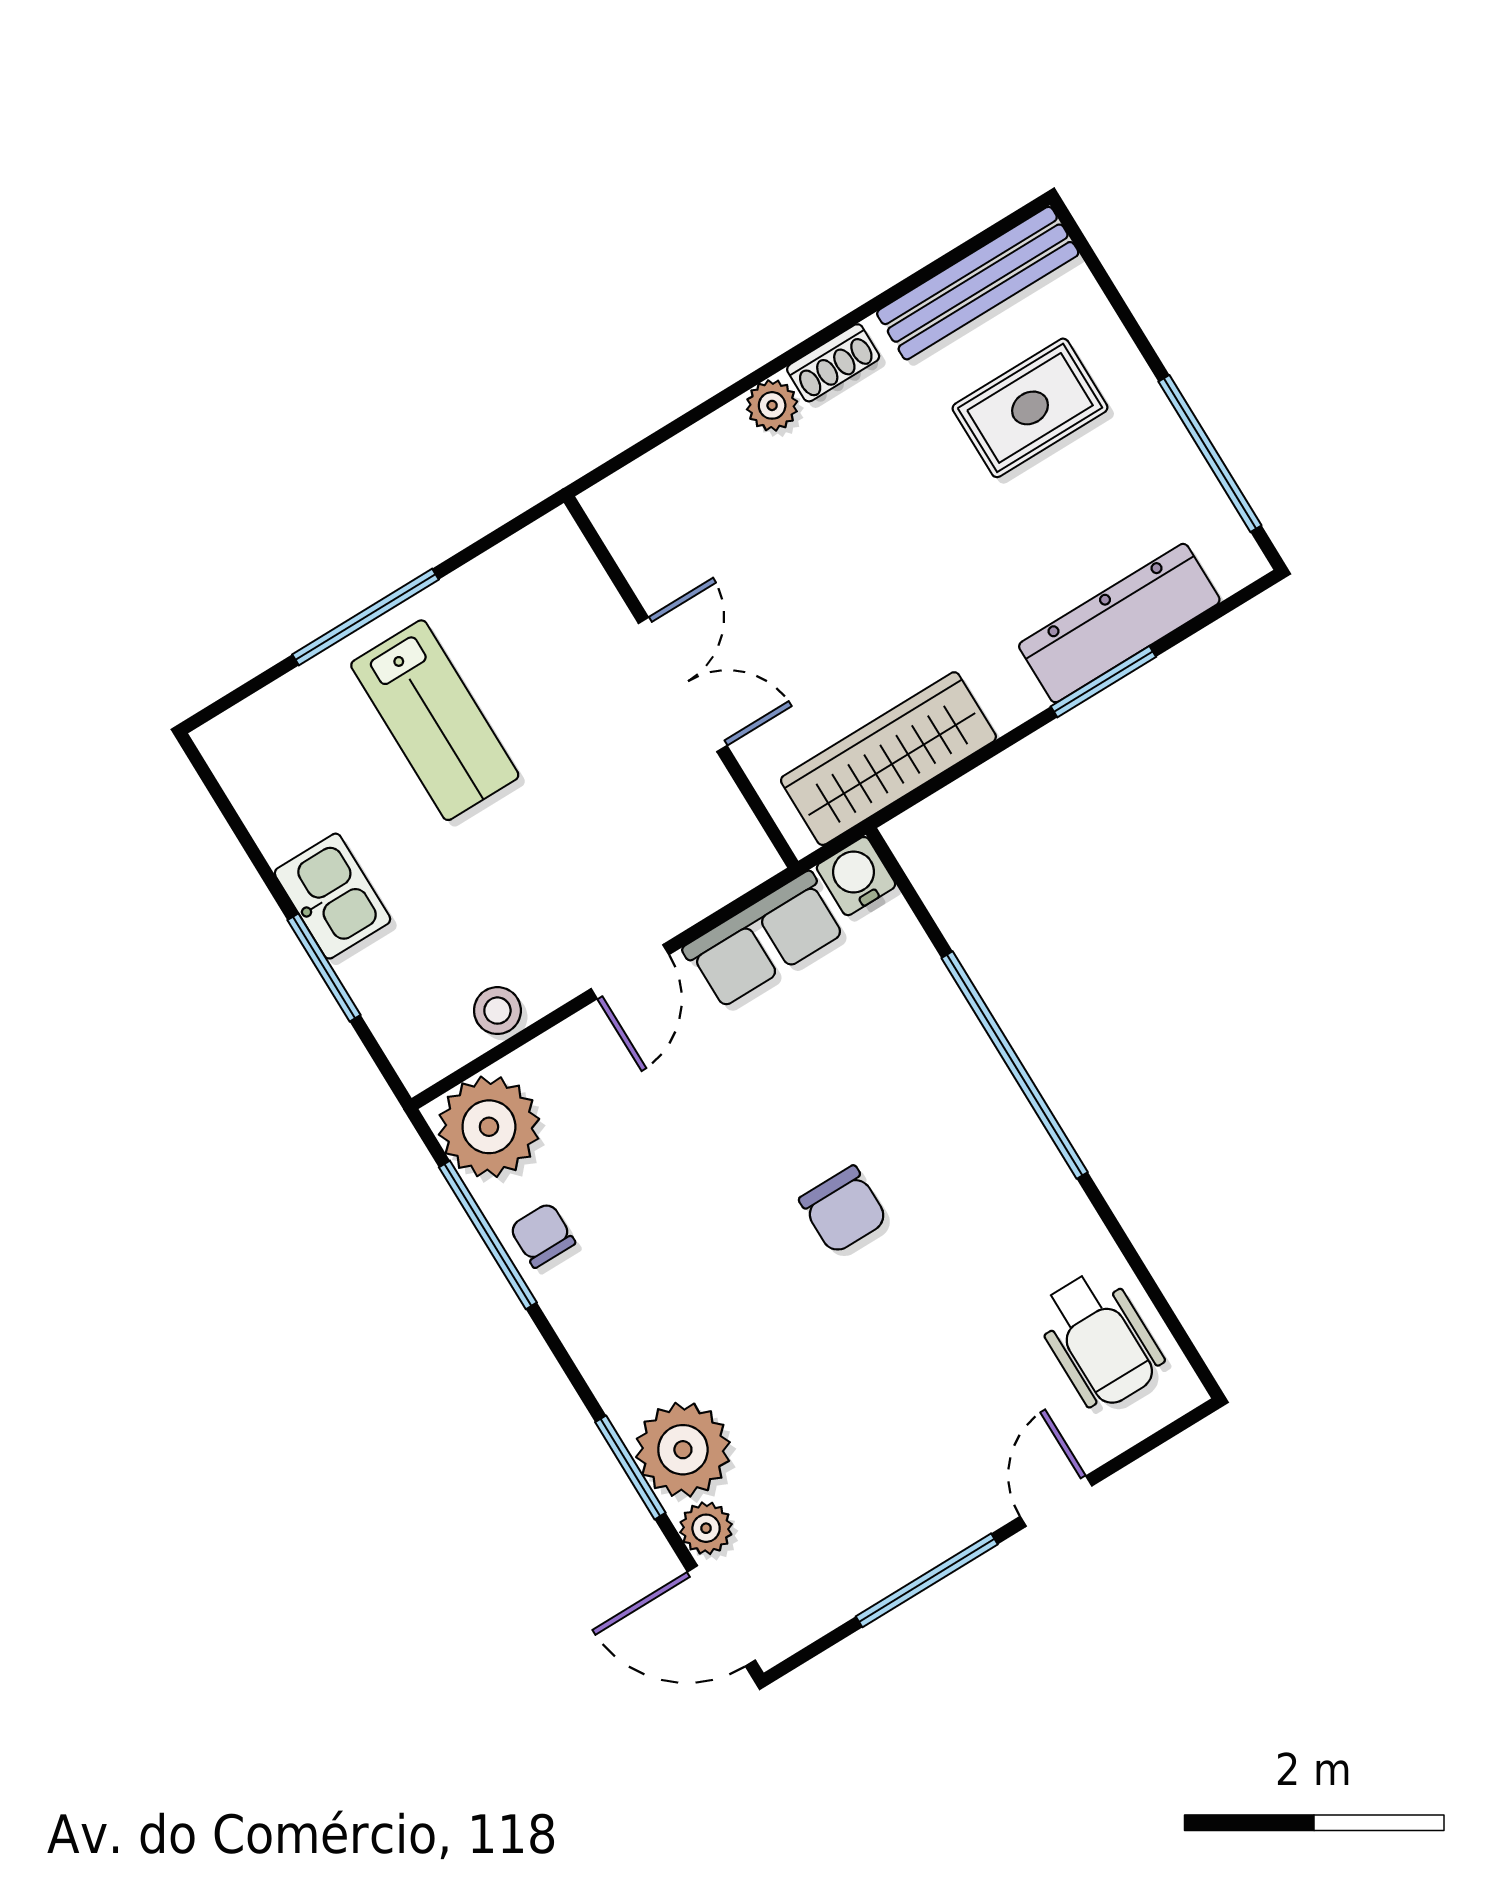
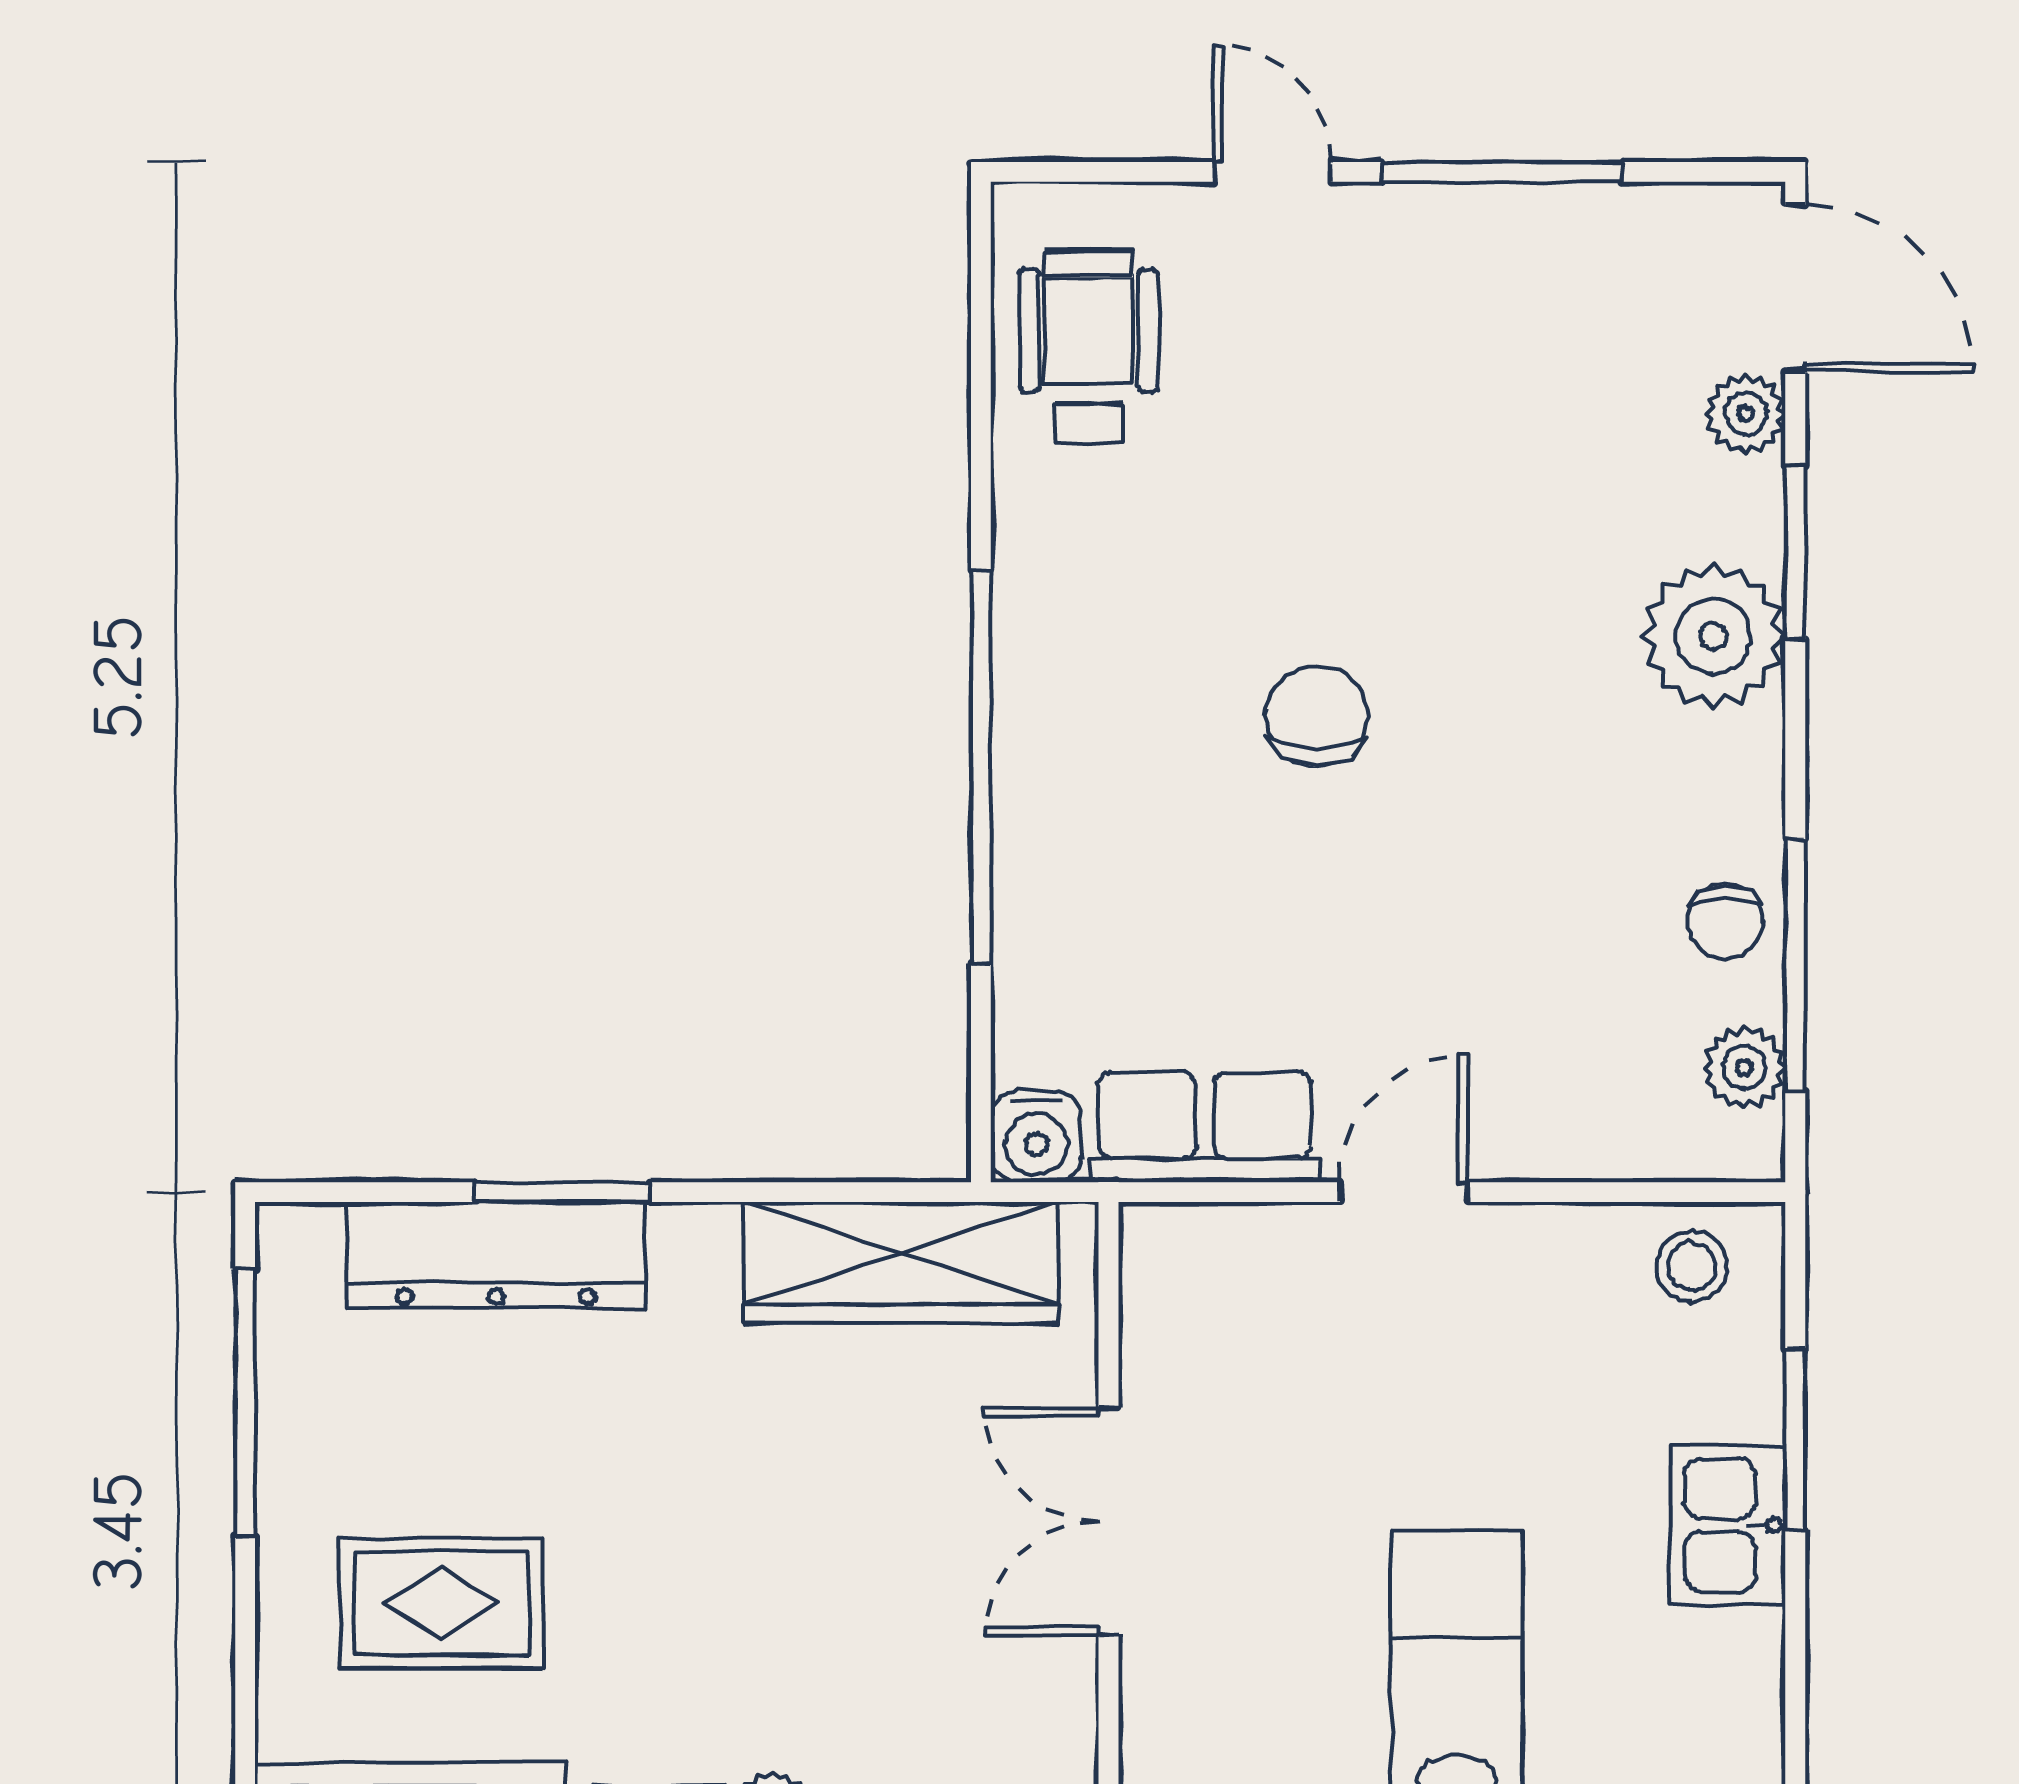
stool: (497, 1011) -> (1692, 1266), moved
plant: (489, 1127) -> (1744, 1068), width x0.53, depth x0.53
plant: (683, 1450) -> (1713, 636), moved
door: (1056, 1501) -> (1272, 172), swing flipped

